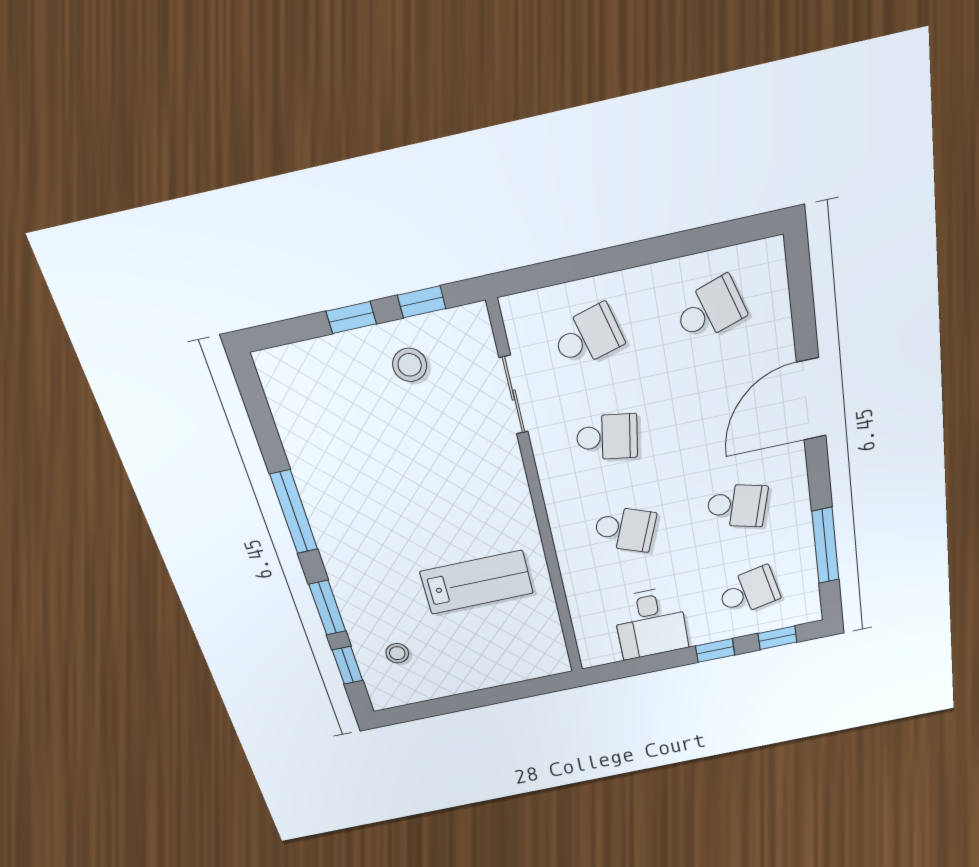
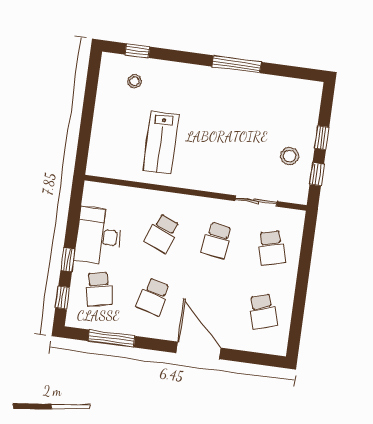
window: (327, 608) -> (176, 56), removed
desk: (651, 623) -> (99, 236), width x1.37

